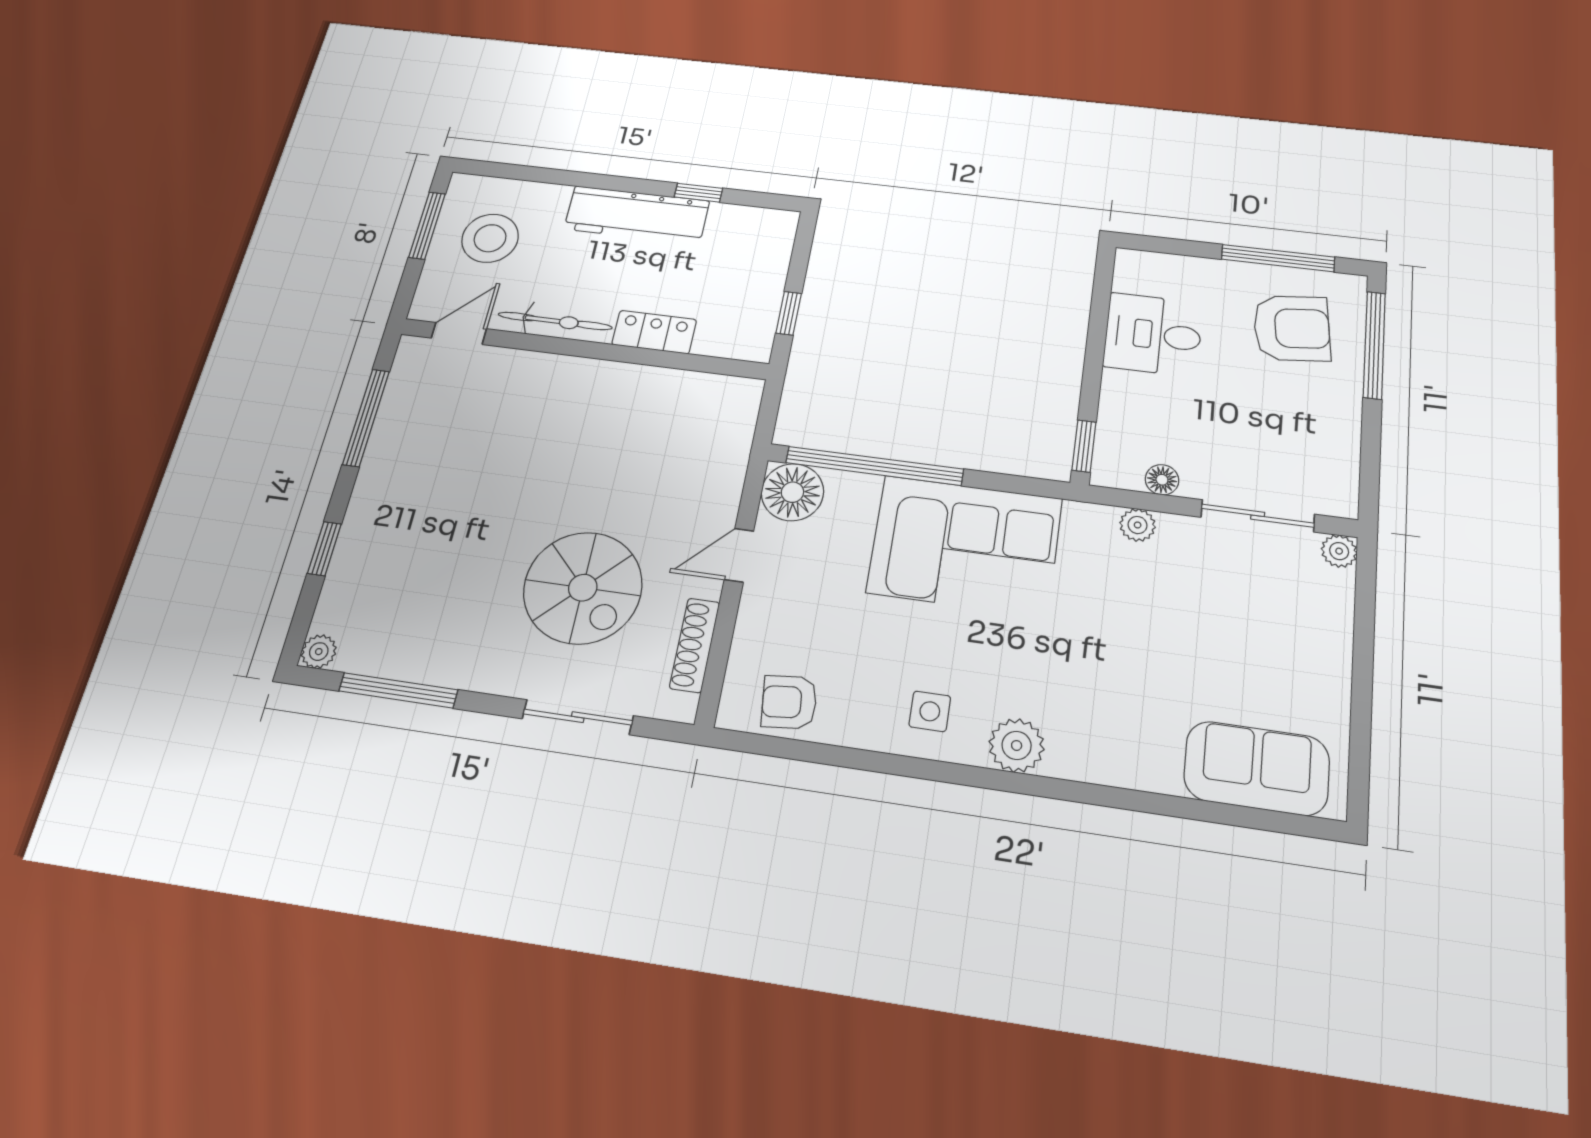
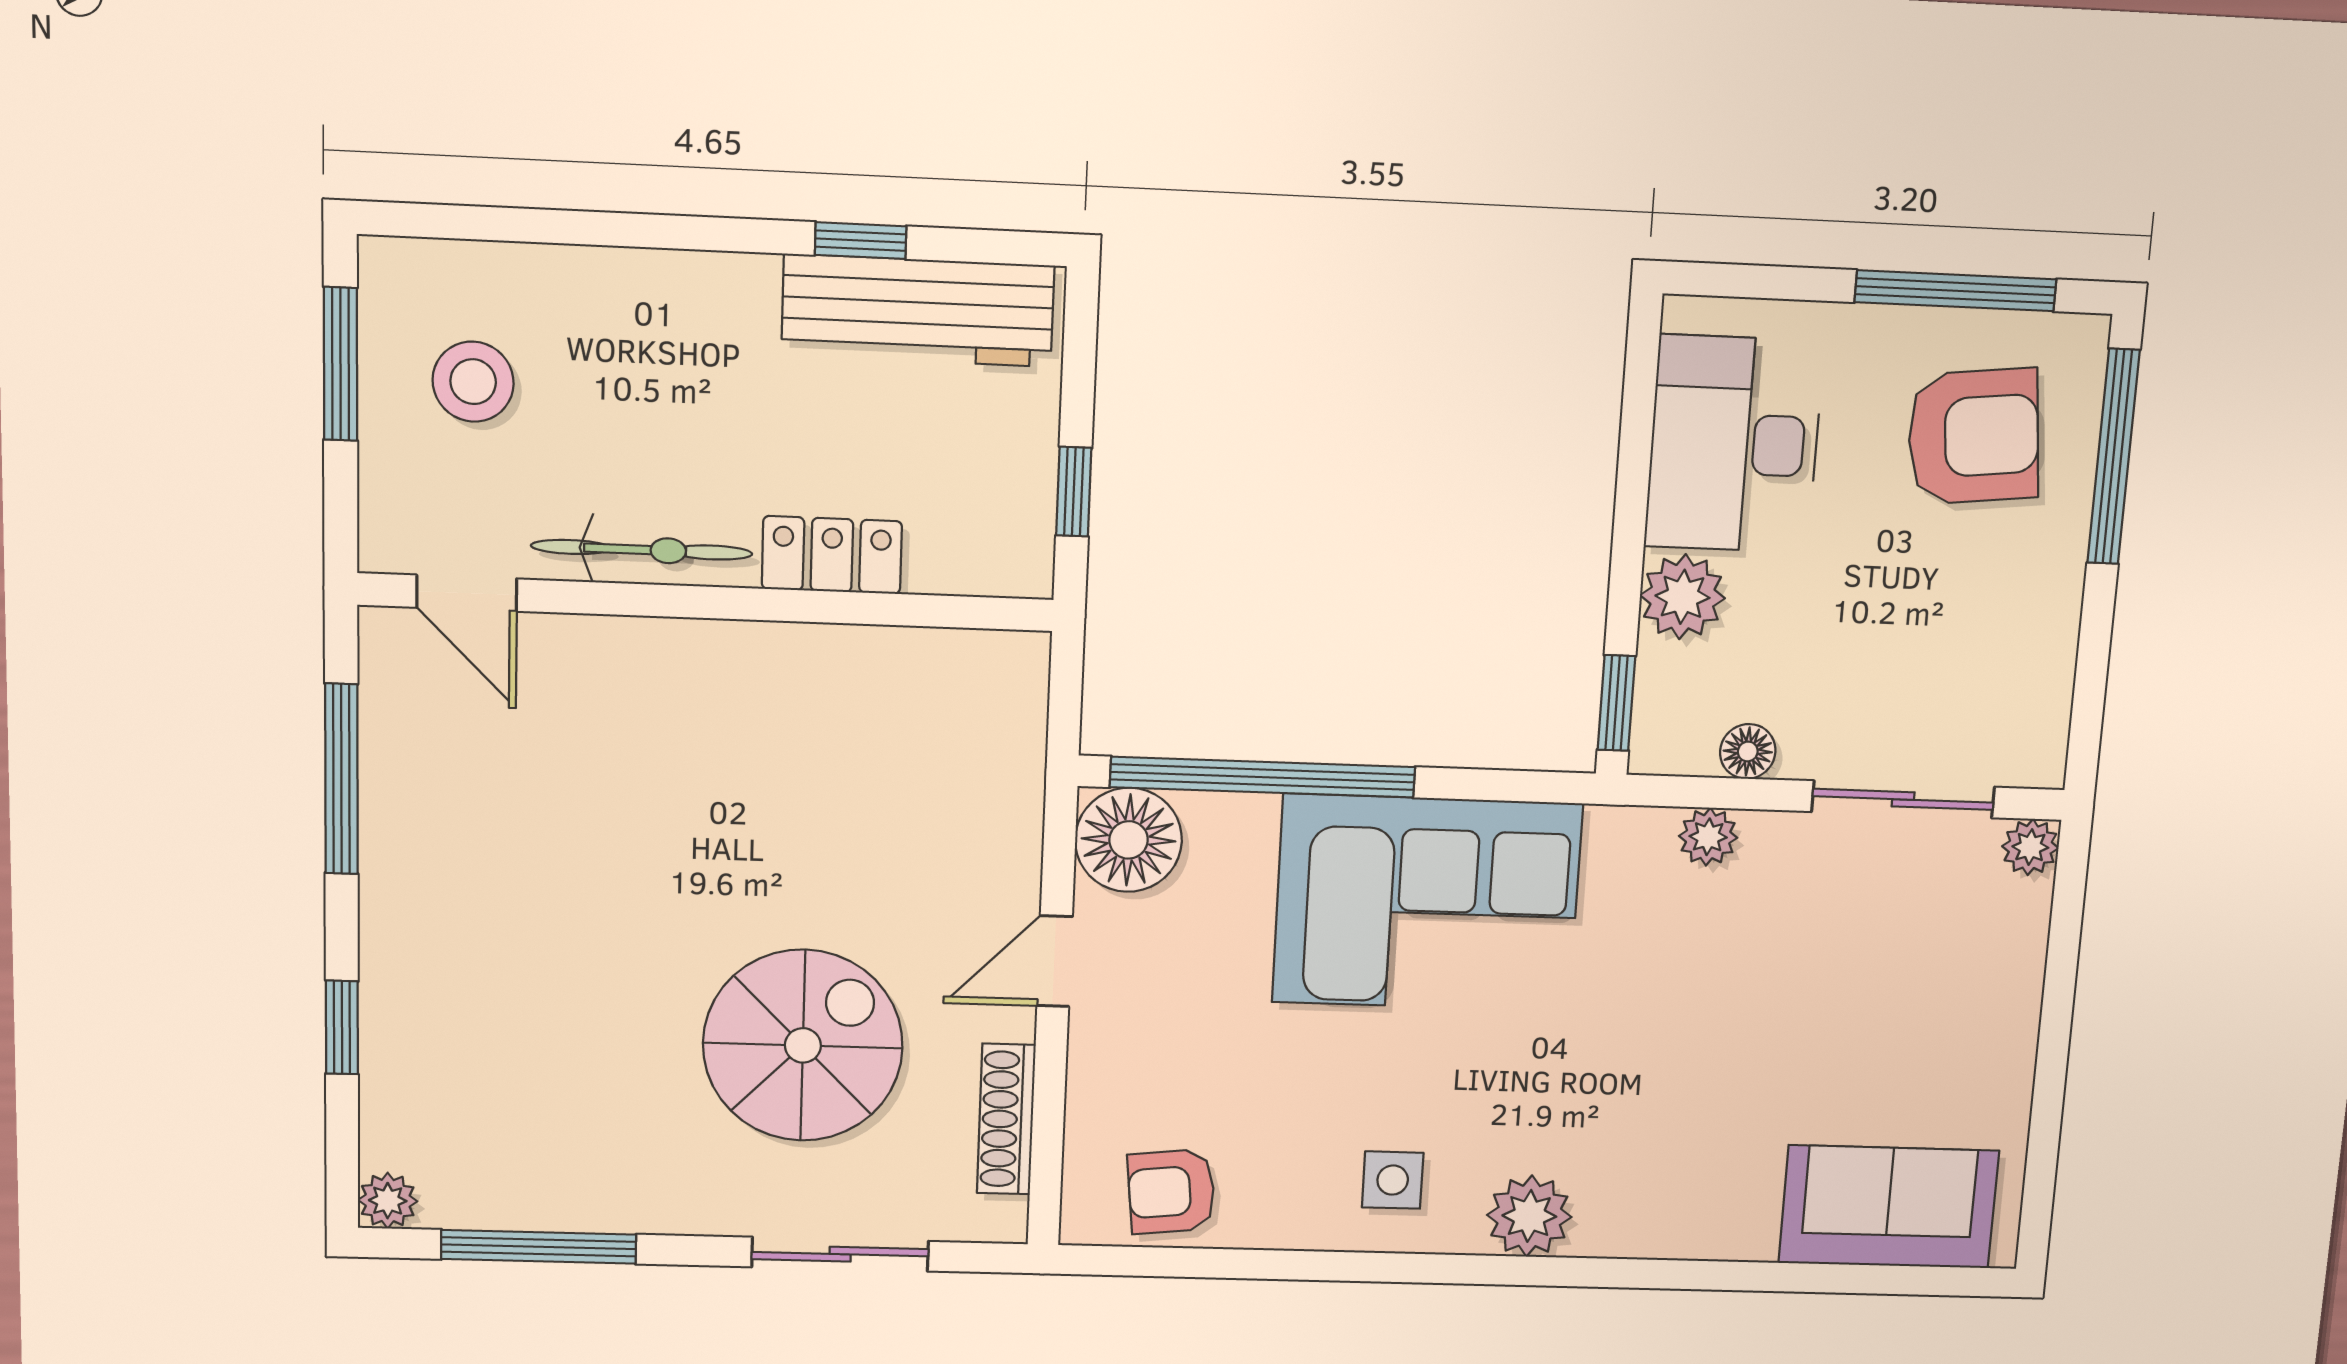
workbench: (637, 215) -> (918, 310), moved
stool: (490, 238) -> (473, 382), width x0.73, depth x0.73
door: (459, 333) -> (467, 593), swing flipped
desk: (1153, 335) -> (1734, 444), width x1.37
plant: (1124, 394) -> (1682, 597), added
spiral stairs: (583, 588) -> (803, 1045), turned -90

